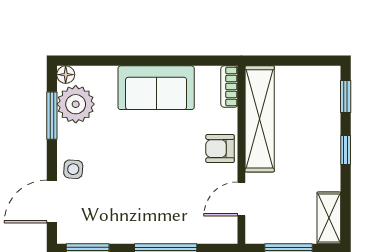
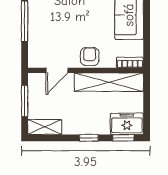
freezer: (324, 91) -> (127, 124), added
door: (241, 199) -> (57, 70), swing flipped

